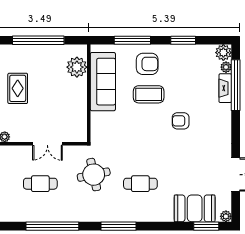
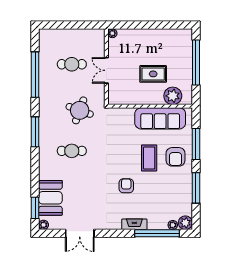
window: (183, 40) -> (196, 188), width x1.44
rug: (18, 88) -> (153, 74), moved
fireplace: (225, 88) -> (134, 224), moved
round table: (94, 175) -> (80, 110), turned 32
cafe table: (40, 184) -> (72, 64), turned 90
cafe table: (140, 184) -> (72, 151), turned 90

